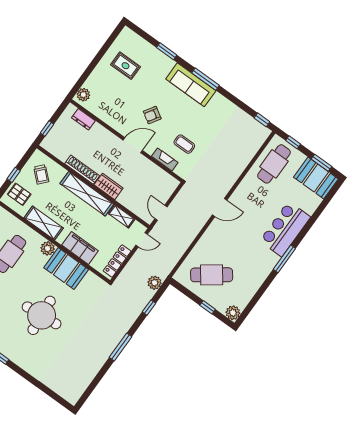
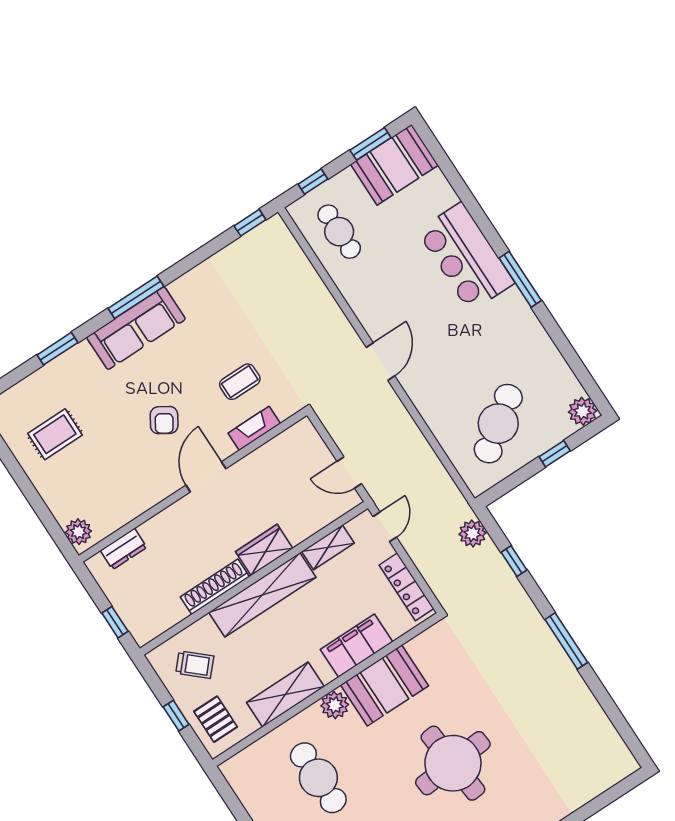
cafe table: (274, 164) -> (339, 232), width x0.73, depth x0.74
pallet: (19, 194) -> (216, 719), turned 90

